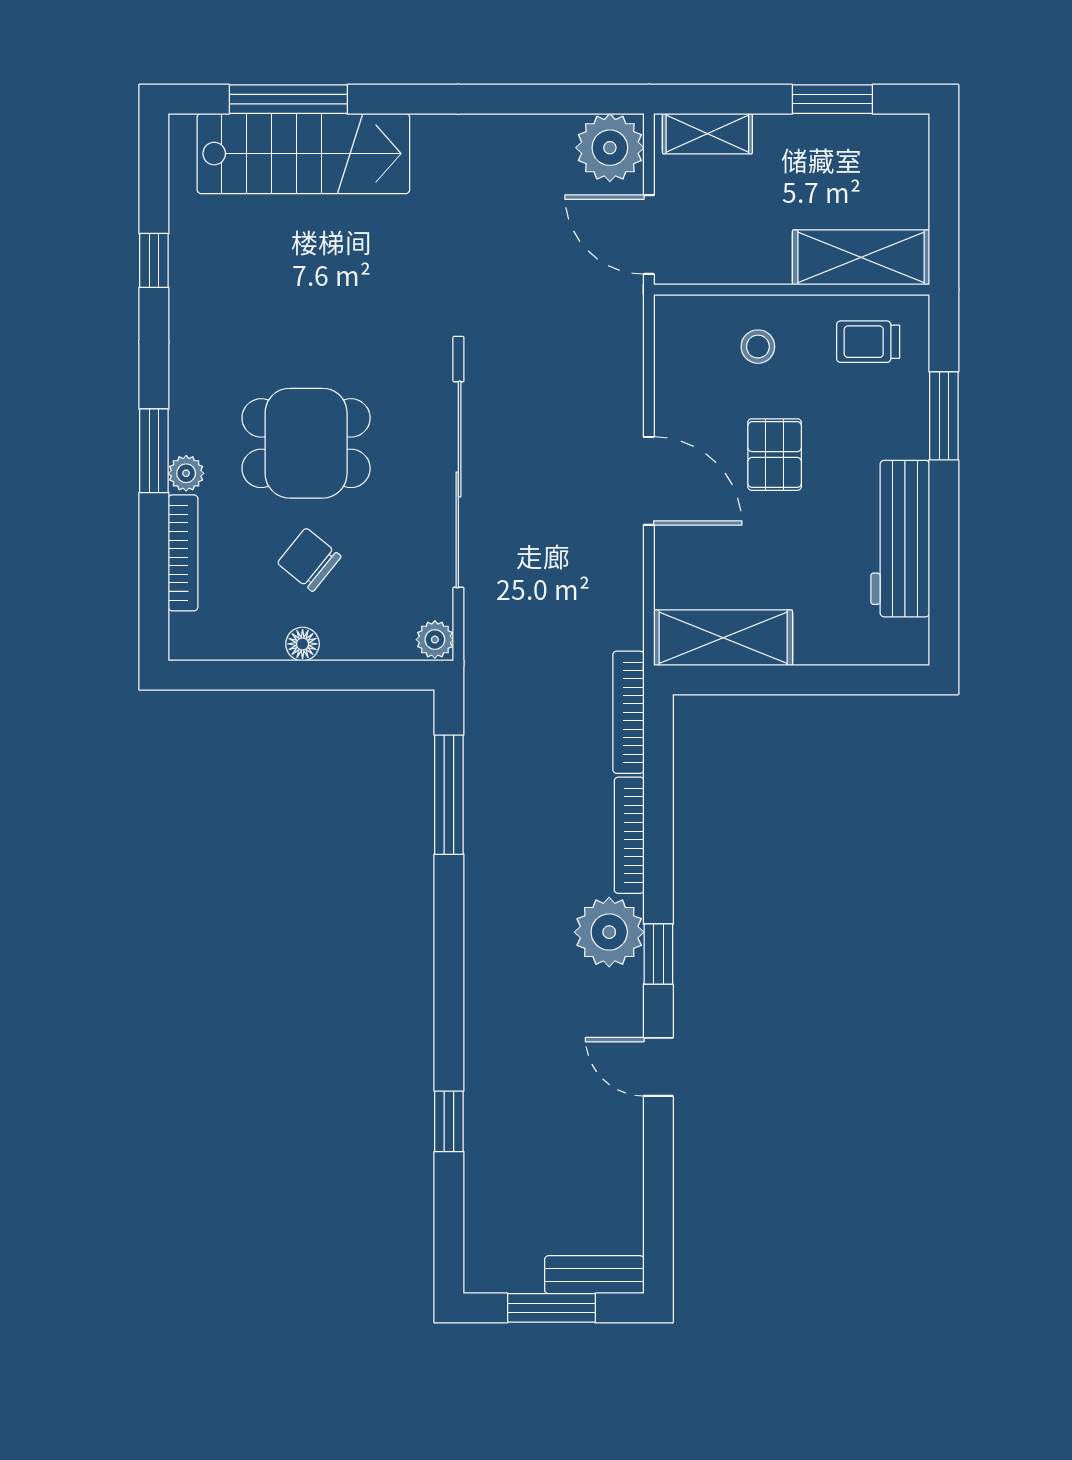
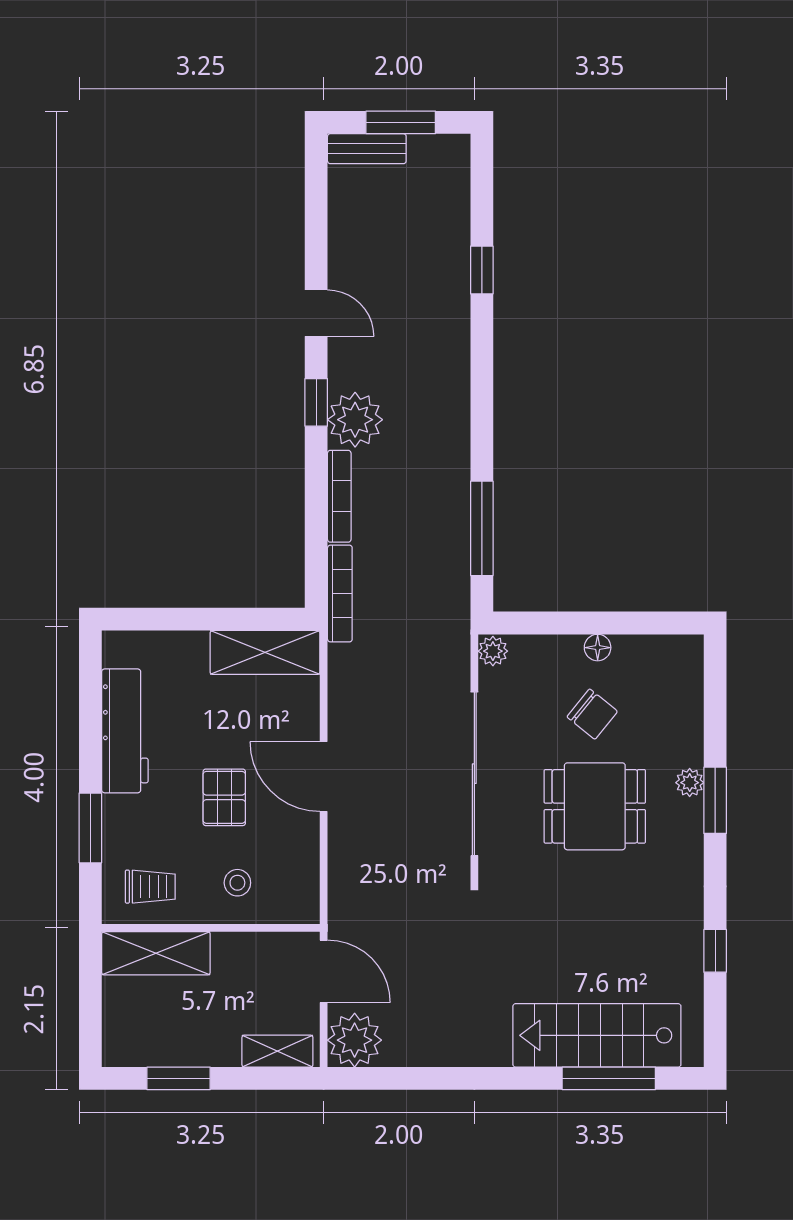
bookcase: (183, 553) -> (692, 720), removed

